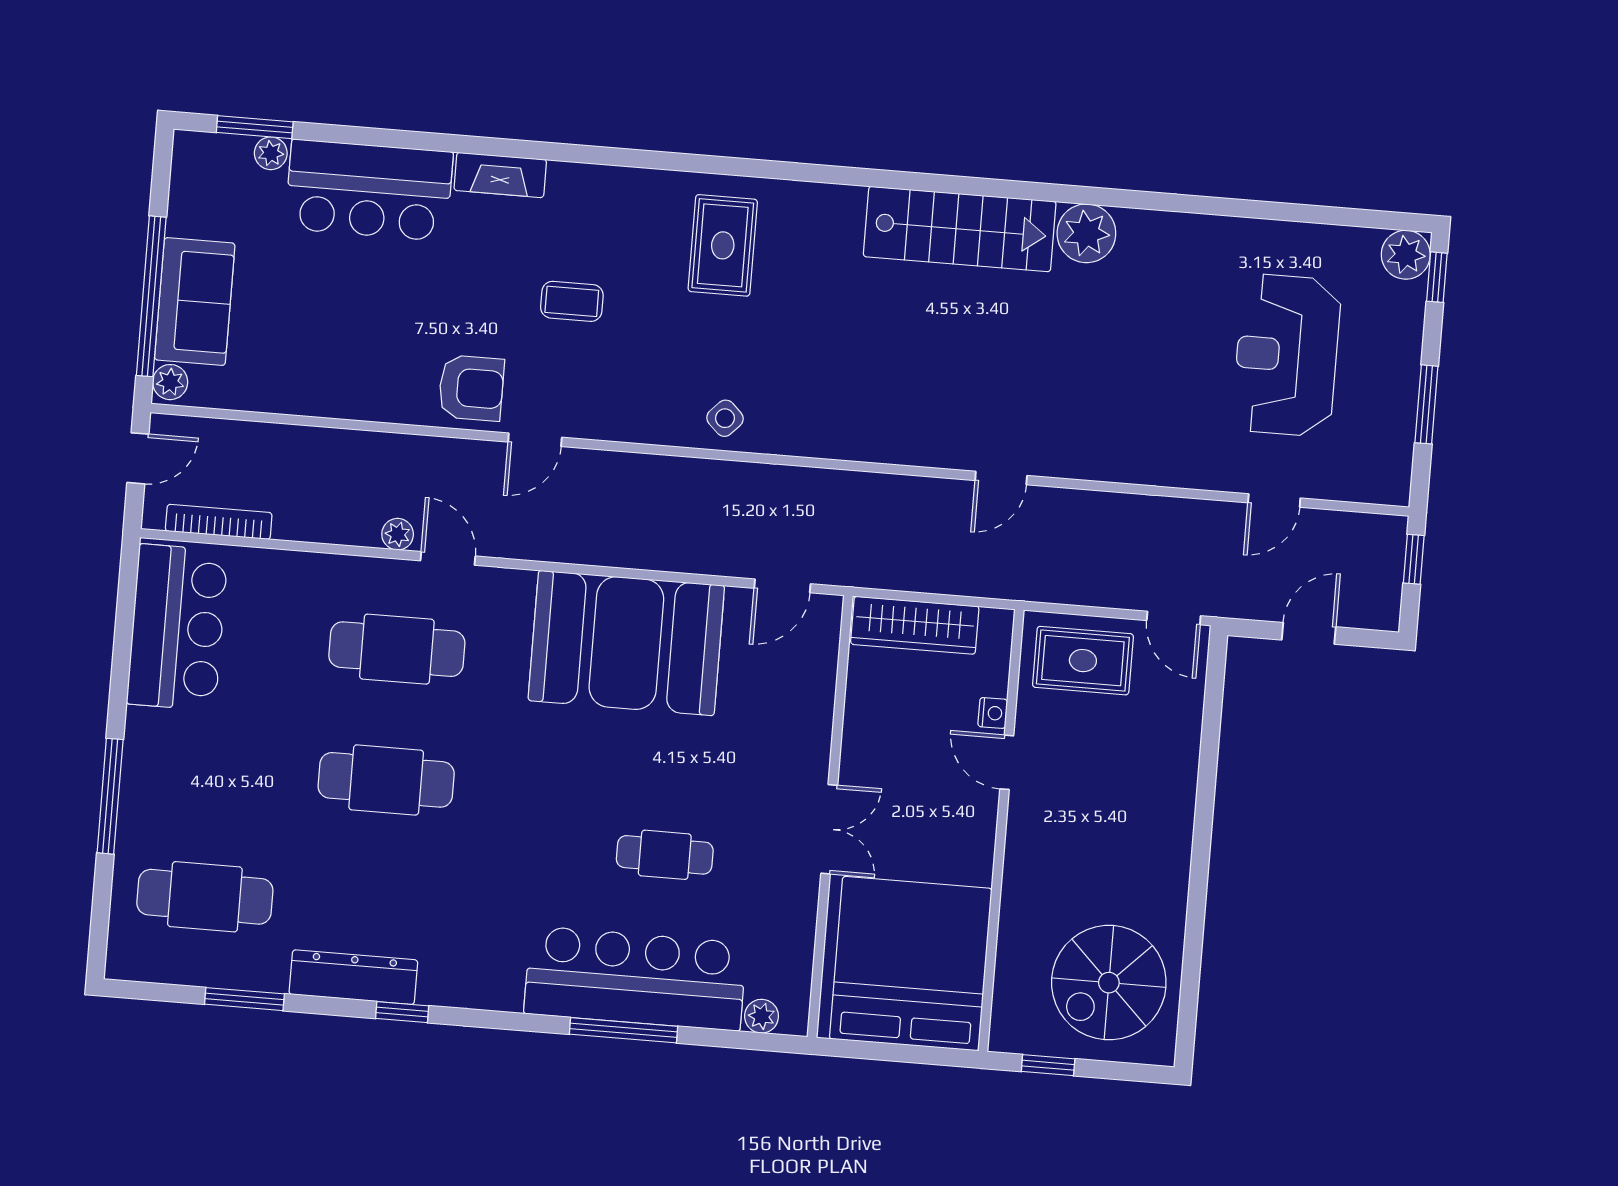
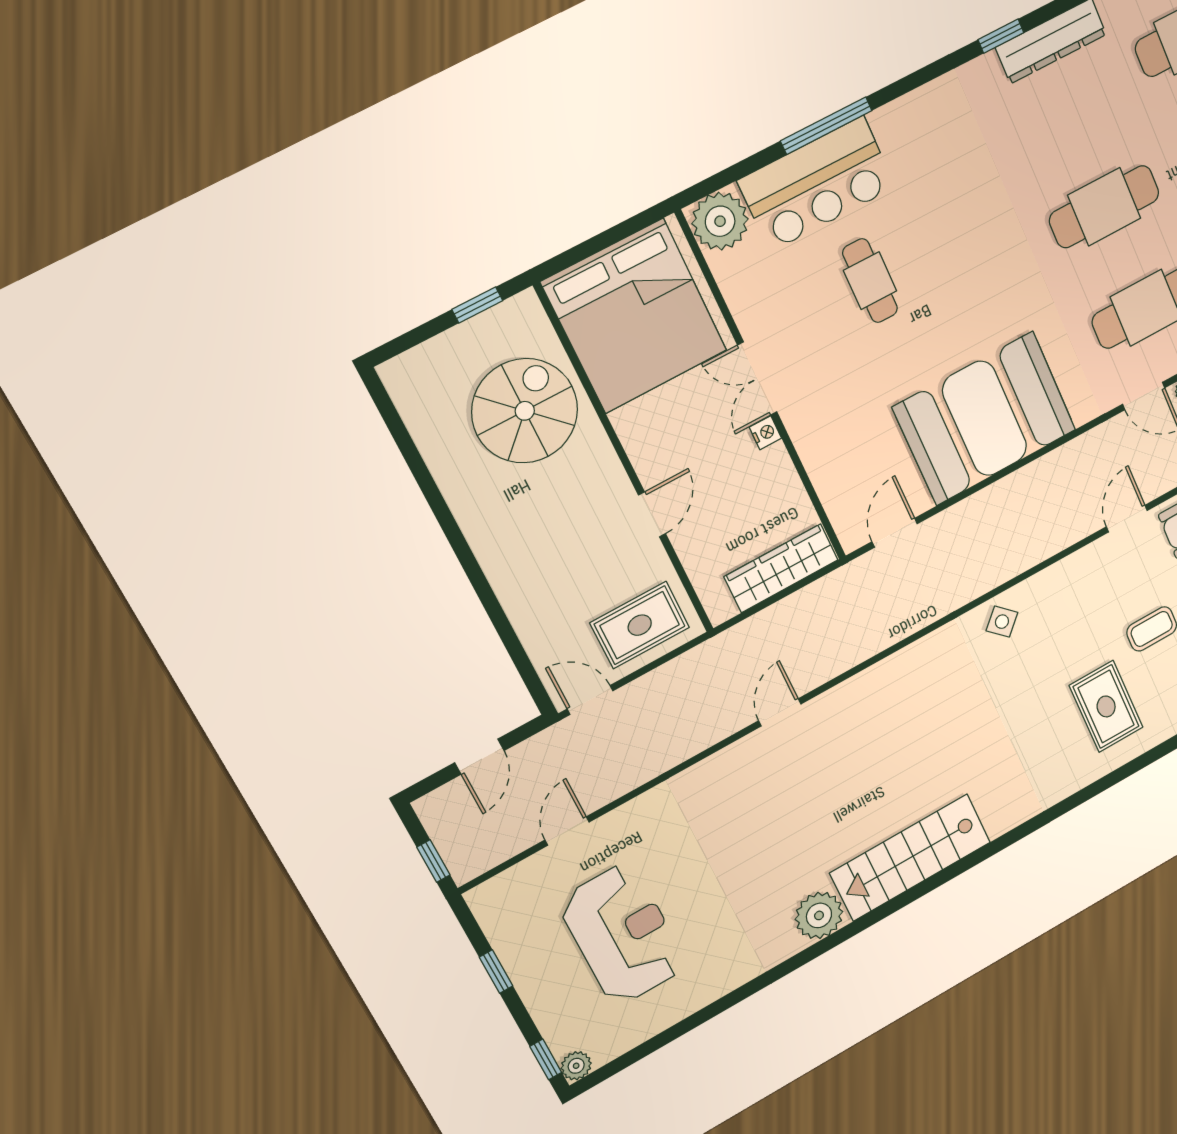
rug: (723, 245) -> (1106, 706), moved
plant: (1406, 255) -> (576, 1066), width x0.73, depth x0.73
window: (1426, 404) -> (496, 972), width x0.67
nightstand: (993, 713) -> (765, 433), moved, turned 180
door: (1007, 762) -> (652, 514), hinge flipped
cafe table: (665, 855) -> (870, 281), turned 90
bar counter: (635, 978) -> (817, 184), width x0.73
spiral stairs: (1109, 983) -> (525, 411), moved
plant: (762, 1016) -> (720, 221), width x1.87, depth x1.87

